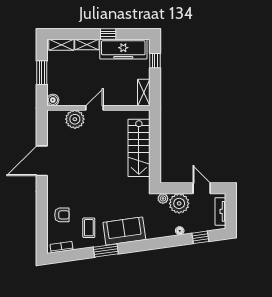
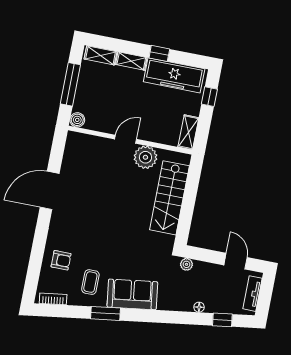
window: (42, 73) -> (70, 84), width x1.44
plant: (75, 119) -> (145, 157), moved
plant: (179, 203) -> (205, 274), removed

